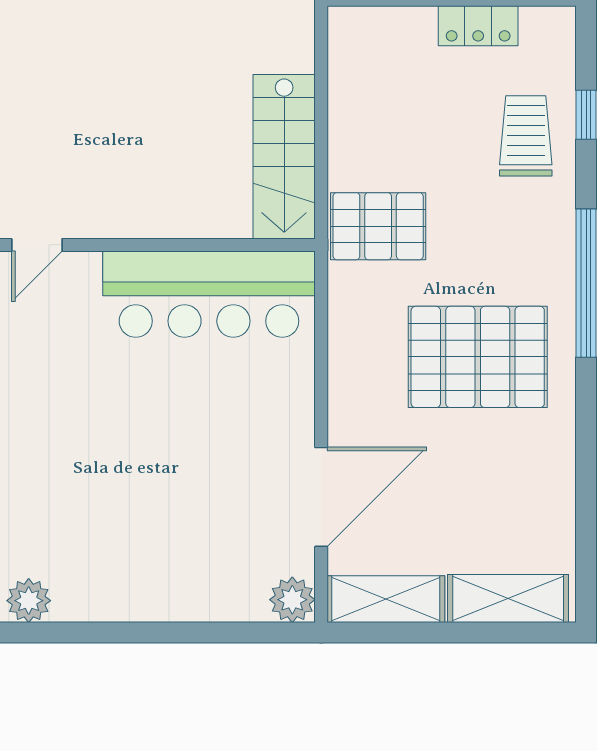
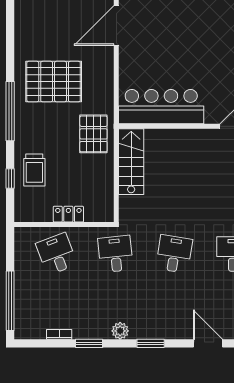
locker: (478, 26) -> (68, 214), moved
pallet: (378, 226) -> (93, 134), turned 90

